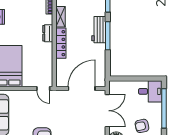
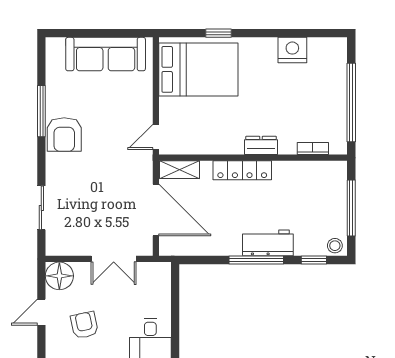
shelving: (60, 17) -> (179, 170), moved
double door: (107, 111) -> (114, 259), width x0.73

